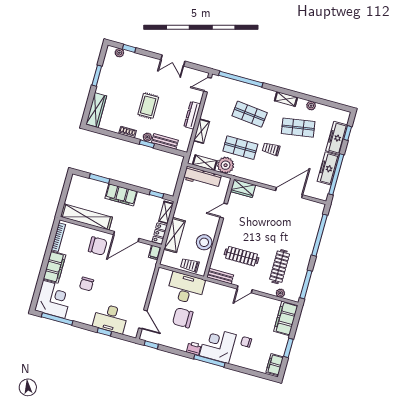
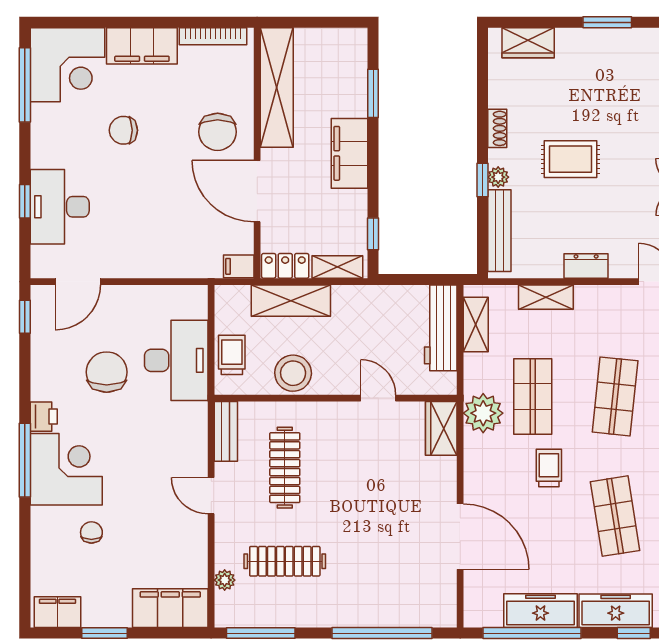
wardrobe: (96, 110) -> (528, 43), width x0.67
dresser: (192, 115) -> (586, 266), width x0.70
bench: (165, 141) -> (499, 231), width x1.36
plant: (226, 165) -> (483, 413), moved

